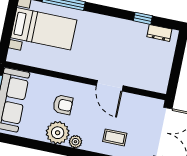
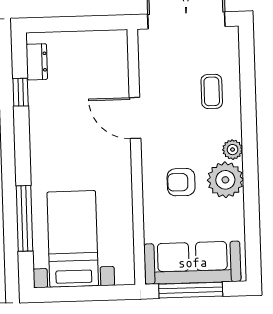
door: (110, 86) -> (135, 118), swing flipped
armchair: (63, 105) -> (181, 182), turned -90

